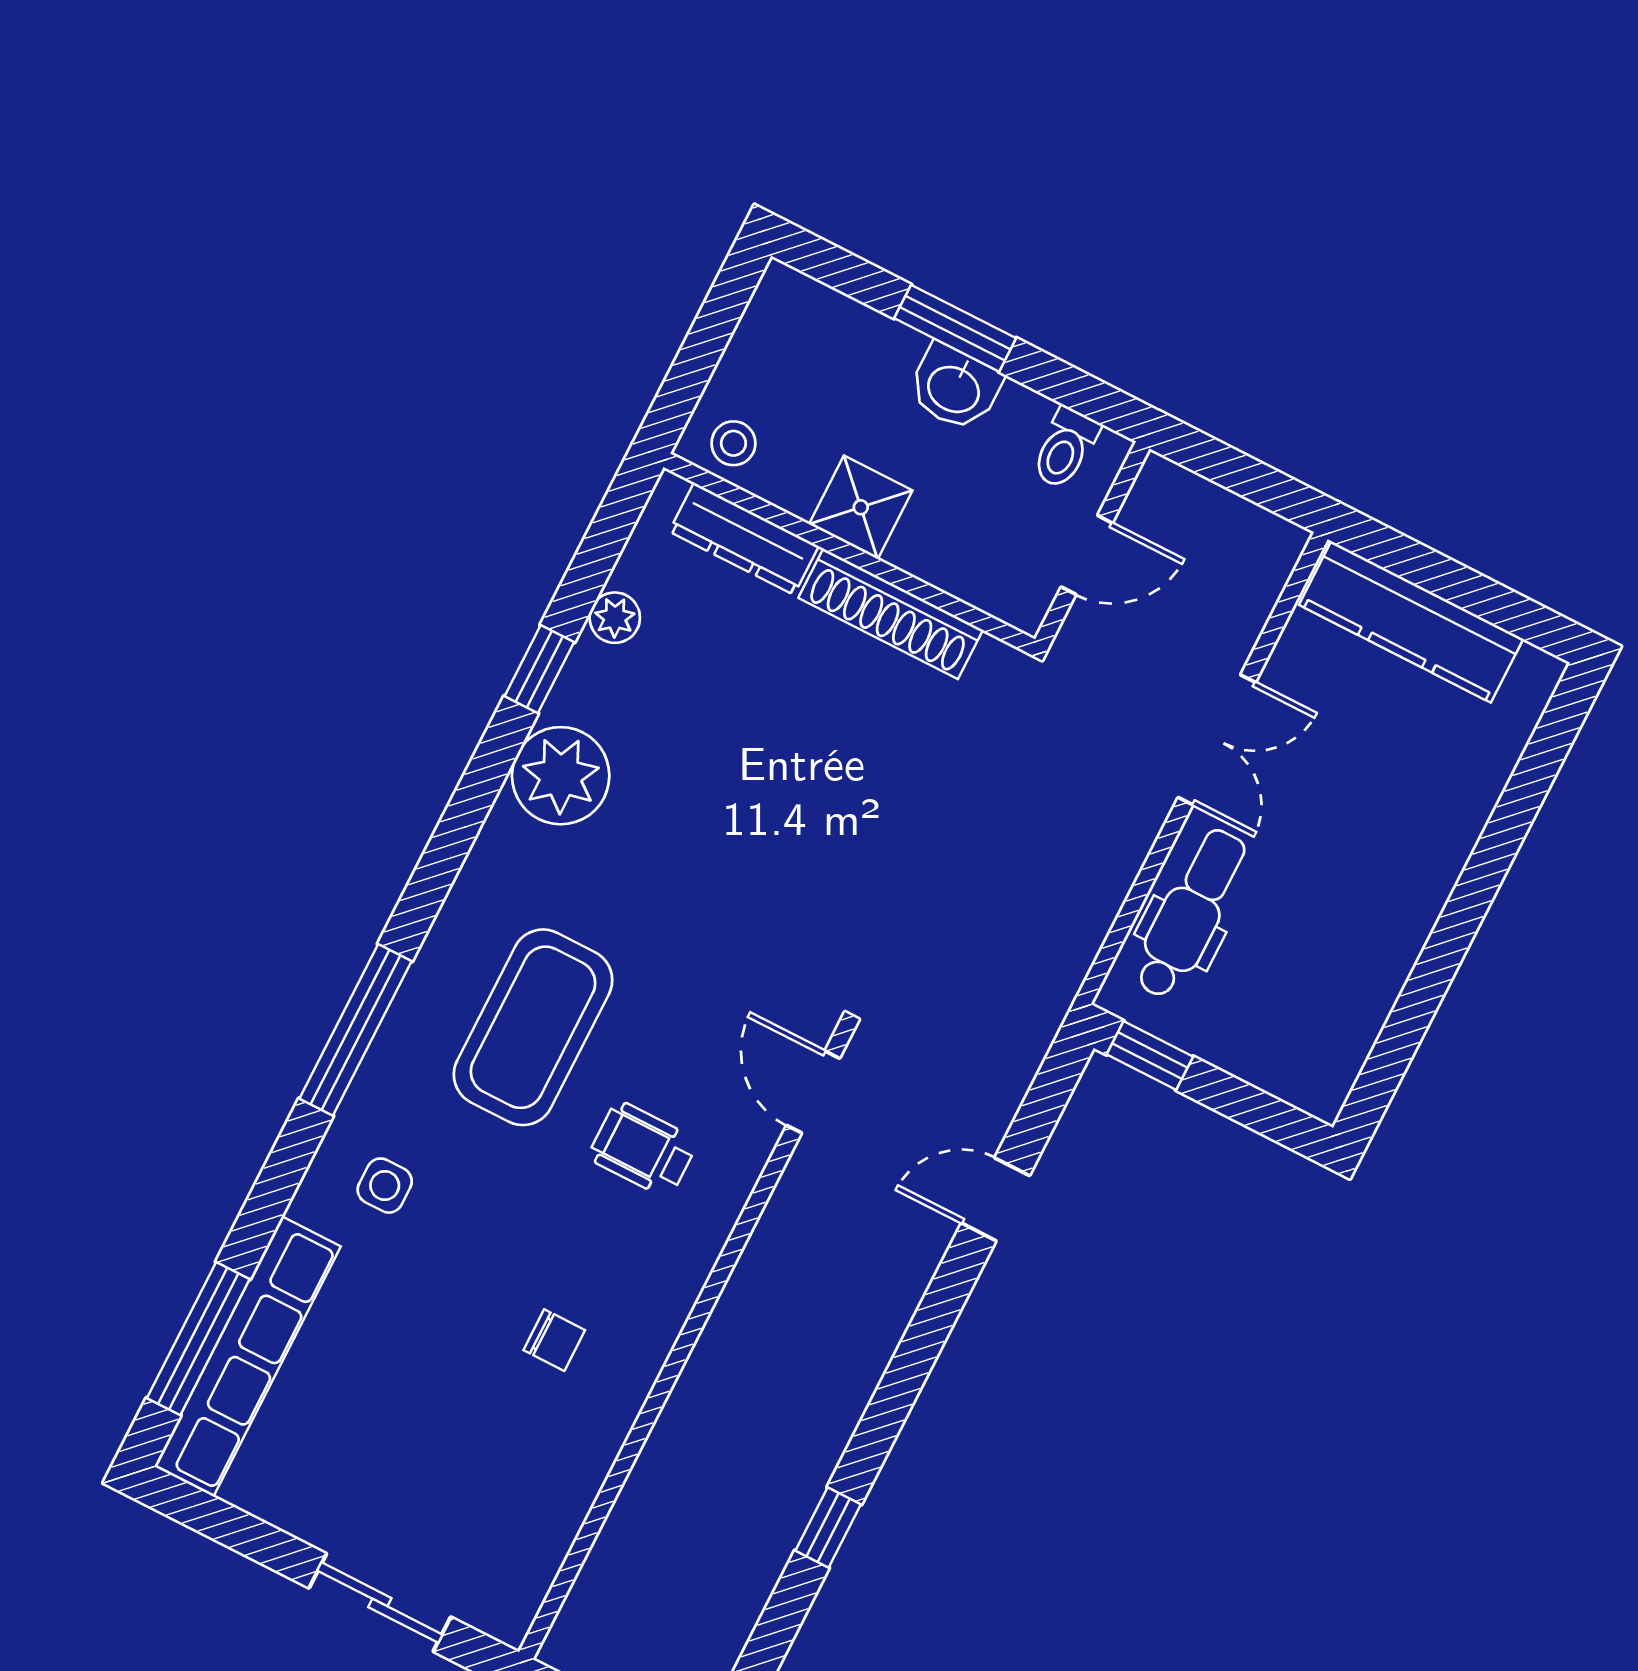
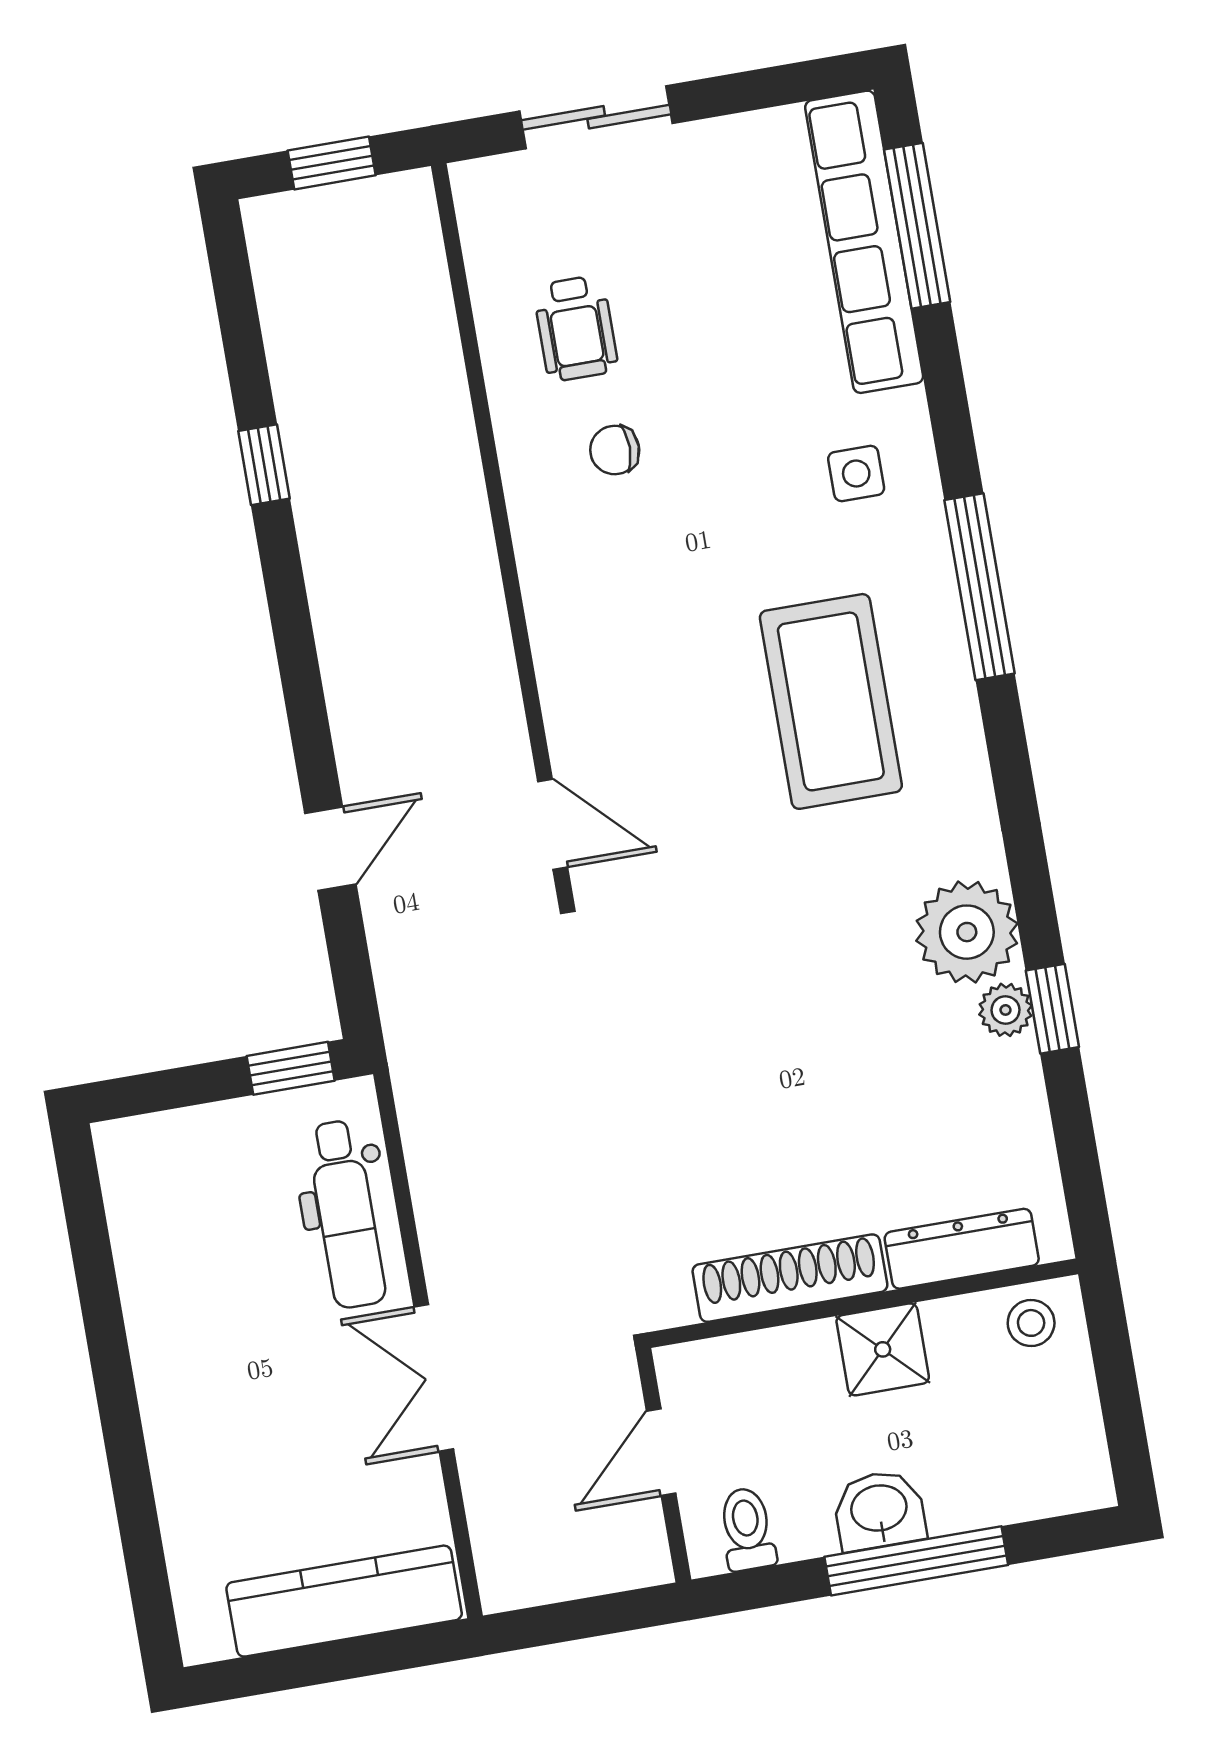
window: (955, 328) -> (916, 1561), width x1.44
plant: (615, 618) -> (1005, 1010), moved
wheelchair: (643, 1149) -> (576, 328), moved, turned 90

